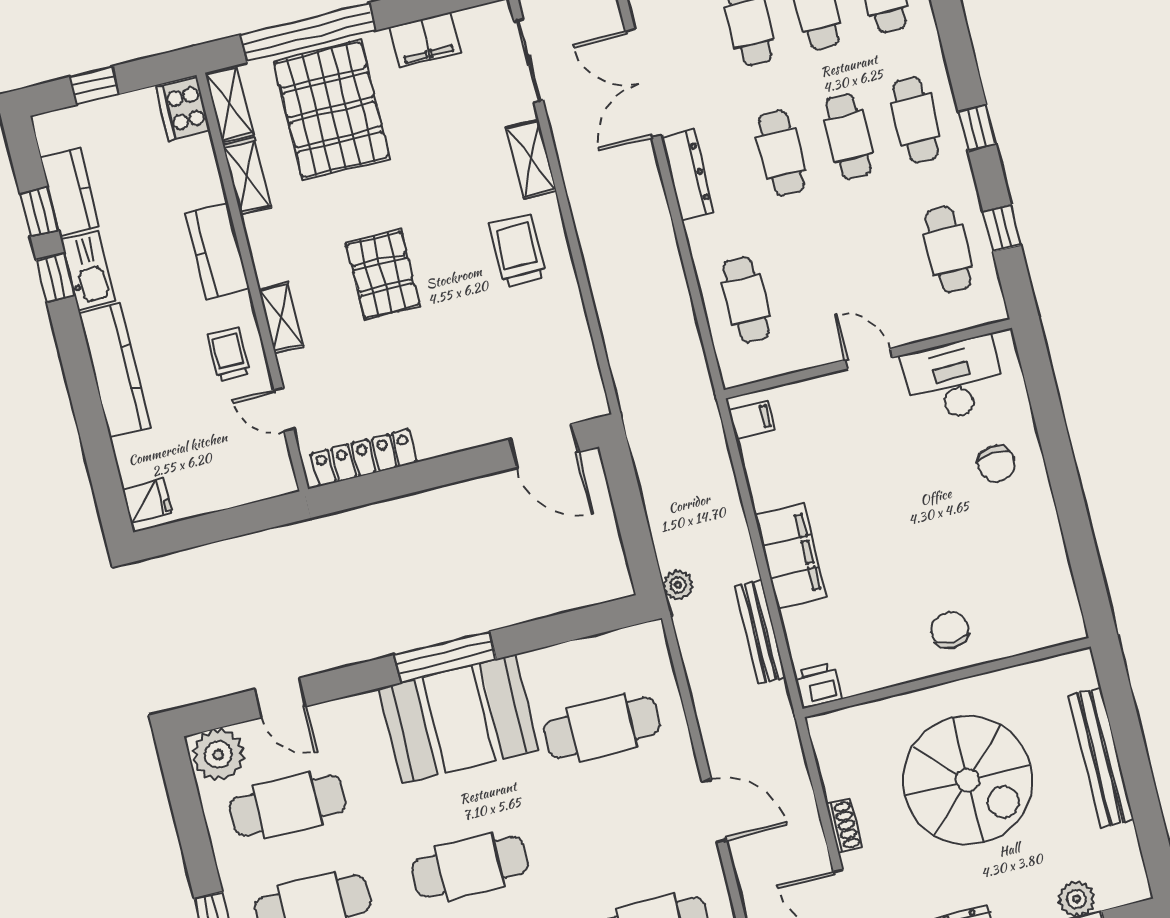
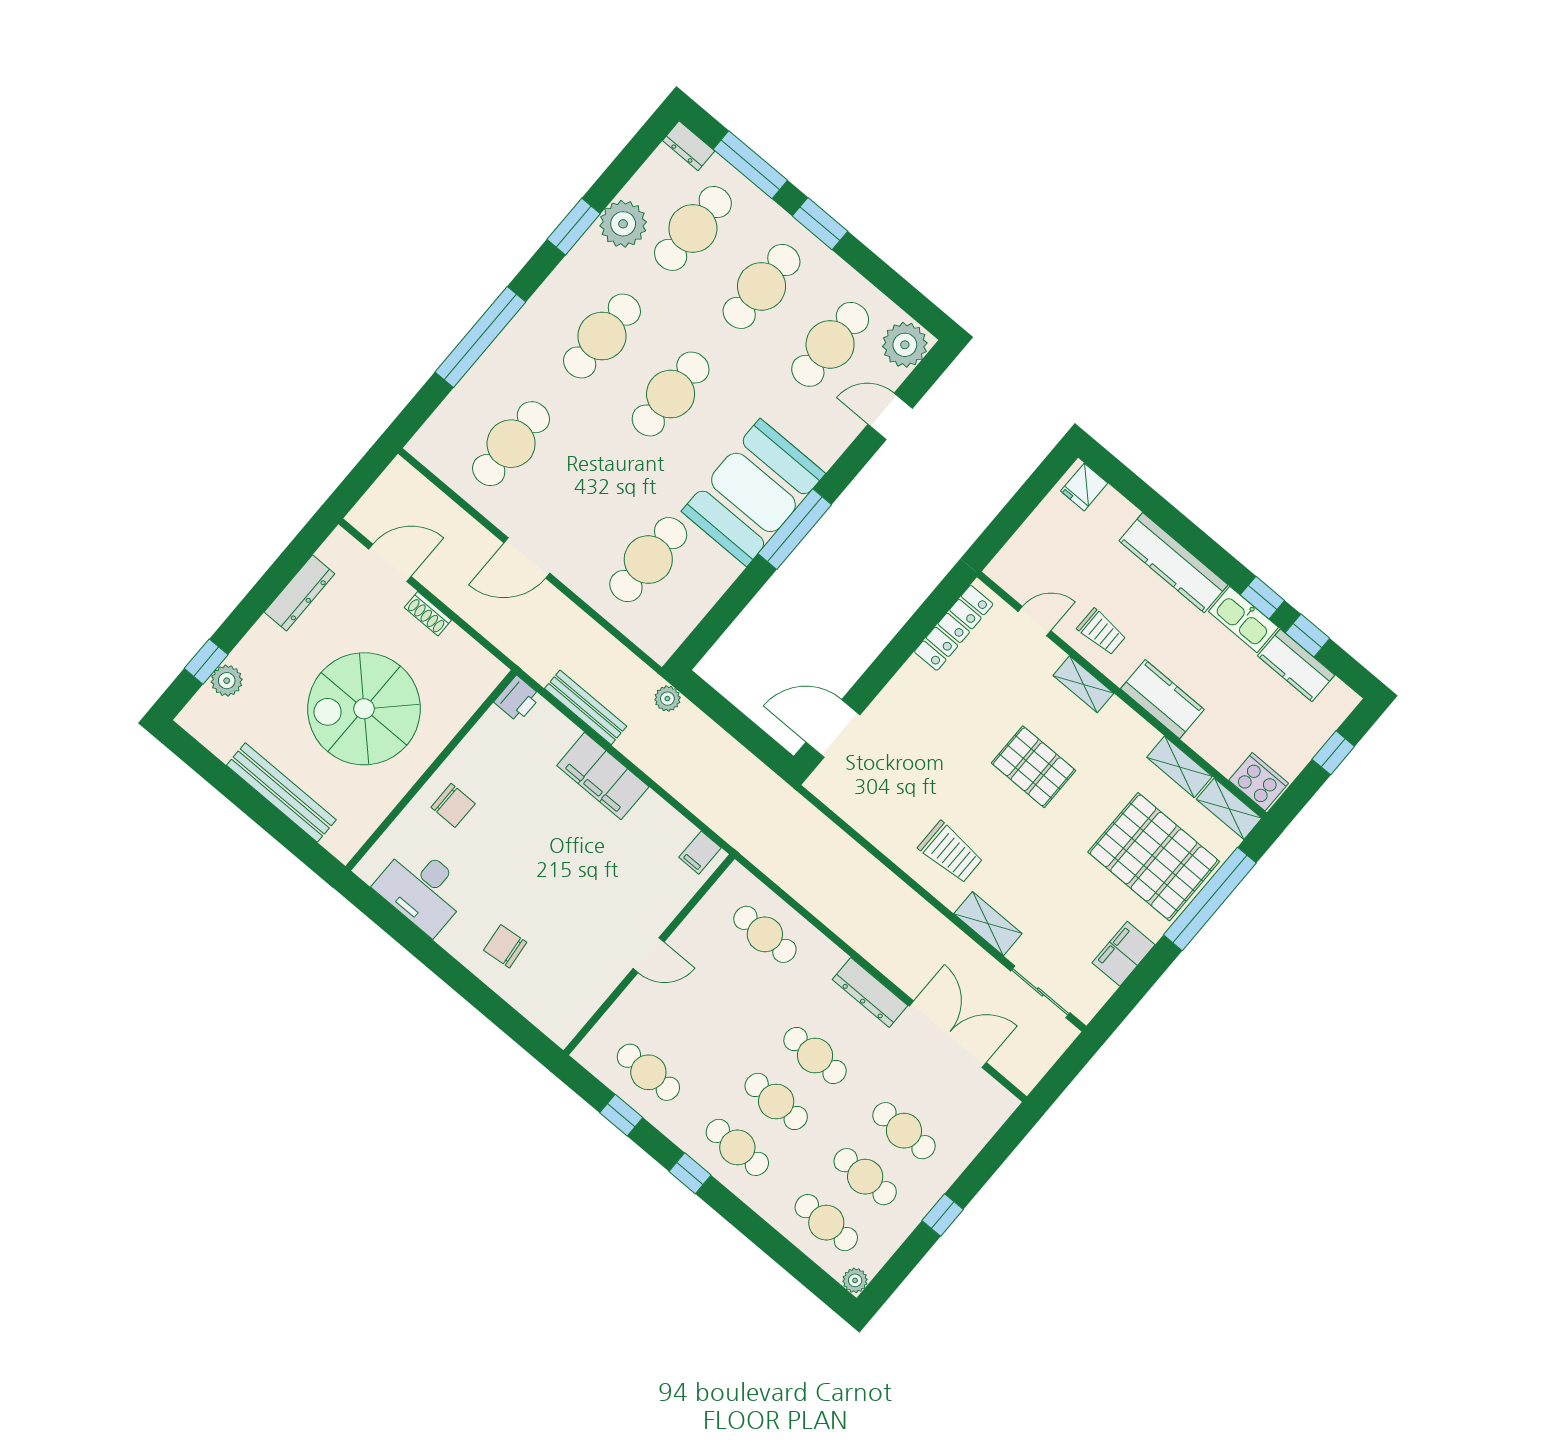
desk: (954, 380) -> (422, 889), moved, turned 90

